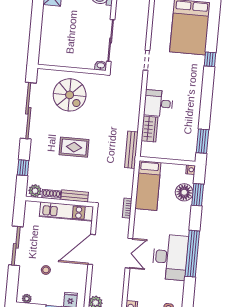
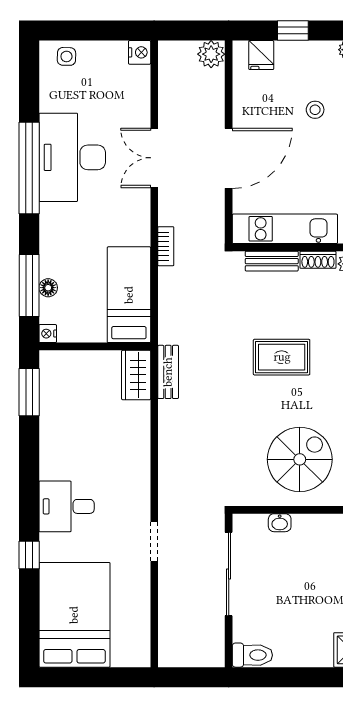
washbasin: (101, 66) -> (280, 523), moved
spiral stairs: (70, 95) -> (300, 459), turned 90
desk: (158, 103) -> (67, 506), moved, turned 180
wardrobe: (149, 129) -> (136, 375), moved
bench: (131, 150) -> (168, 372), width x0.73
floor lamp: (184, 192) -> (48, 288), width x0.53, depth x0.53
window: (198, 195) -> (29, 285), width x1.44

